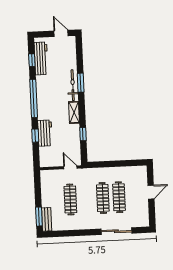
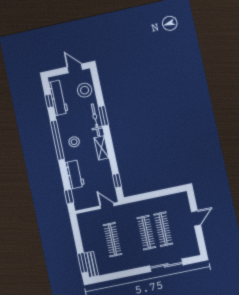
stool: (67, 56) -> (85, 90), added
stool: (49, 102) -> (74, 142), added
window: (83, 134) -> (117, 181), moved
window: (35, 136) -> (69, 197), moved

